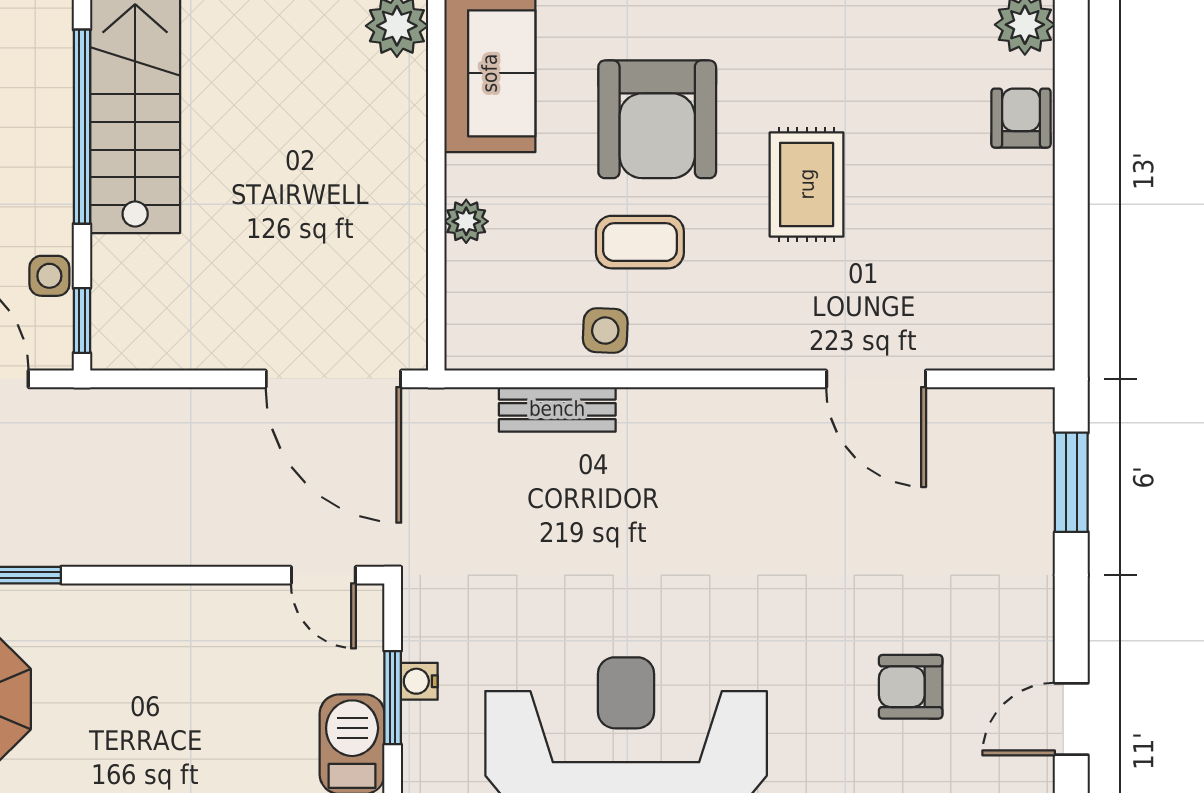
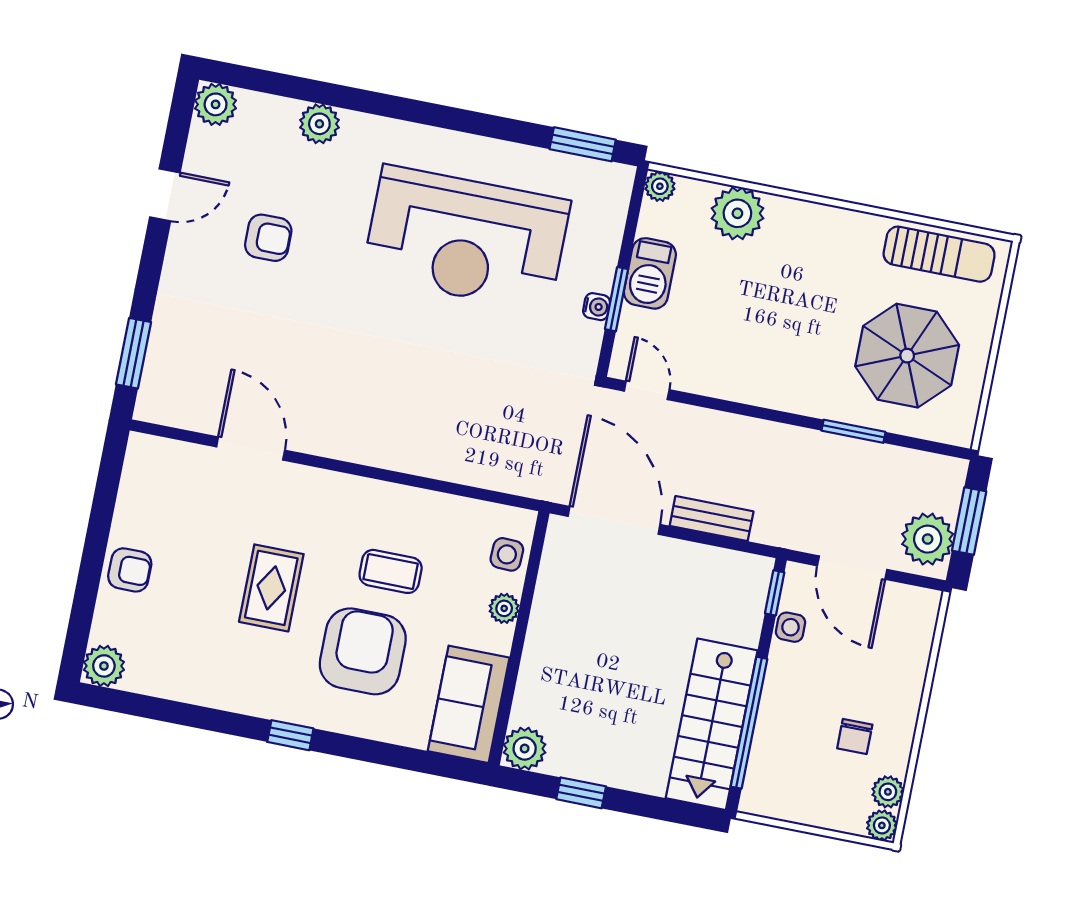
armchair: (1021, 118) -> (130, 570), moved, turned -90
side table: (605, 331) -> (507, 554), moved
bench: (557, 409) -> (712, 519), moved

